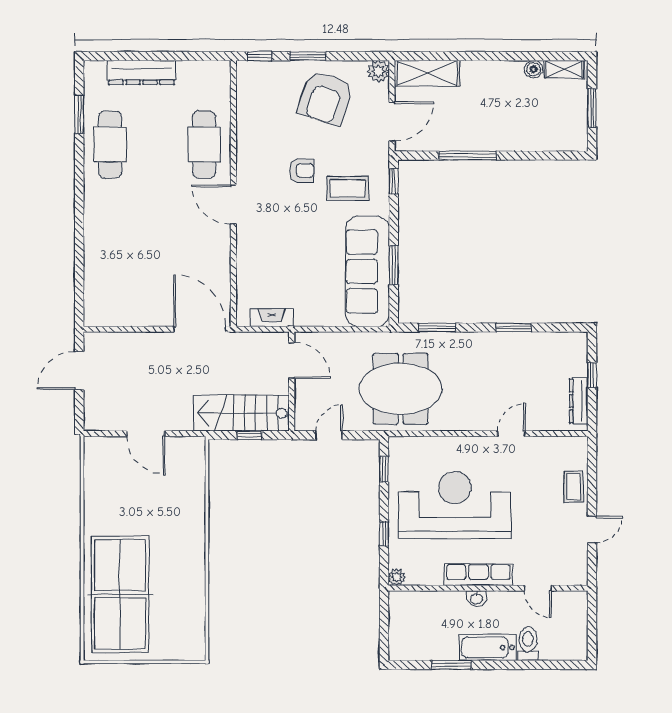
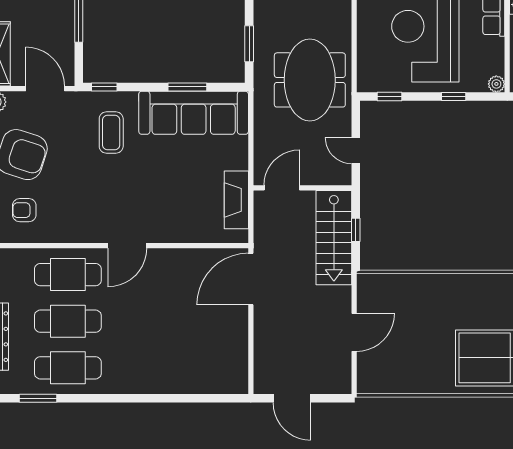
cafe table: (157, 145) -> (68, 321), added
armchair: (302, 171) -> (24, 210), moved, turned -90
fireplace: (272, 318) -> (236, 200), width x1.37, depth x1.32

